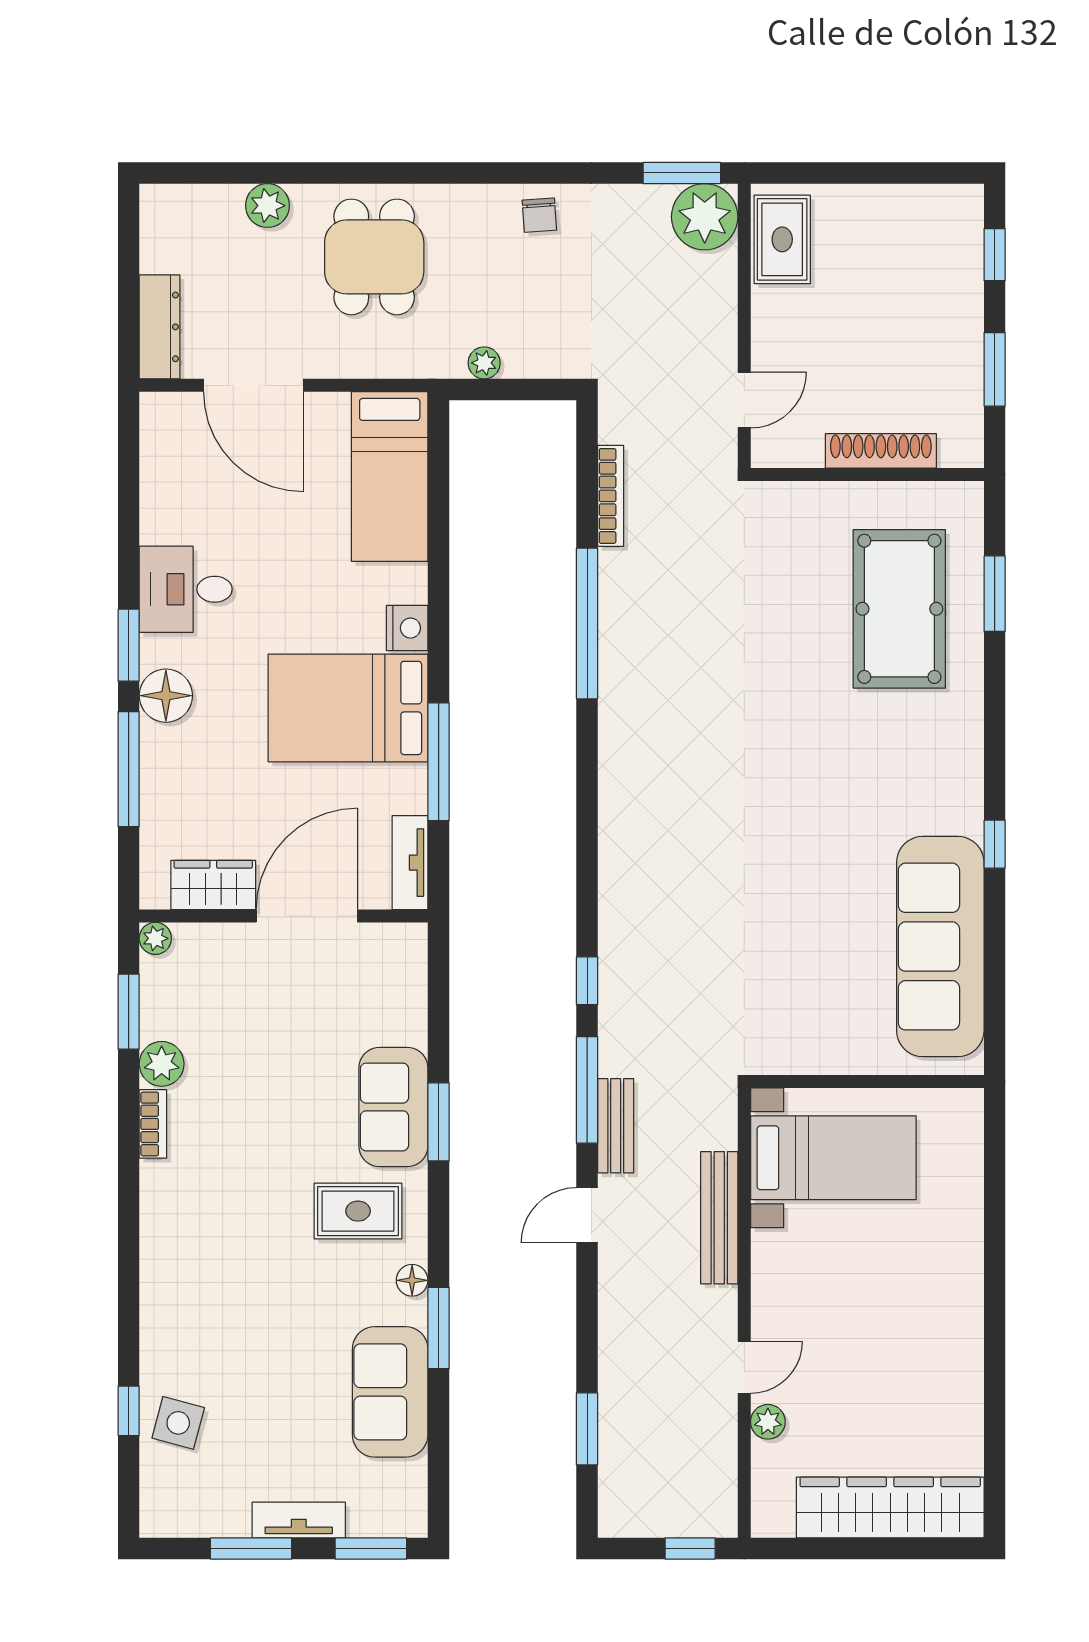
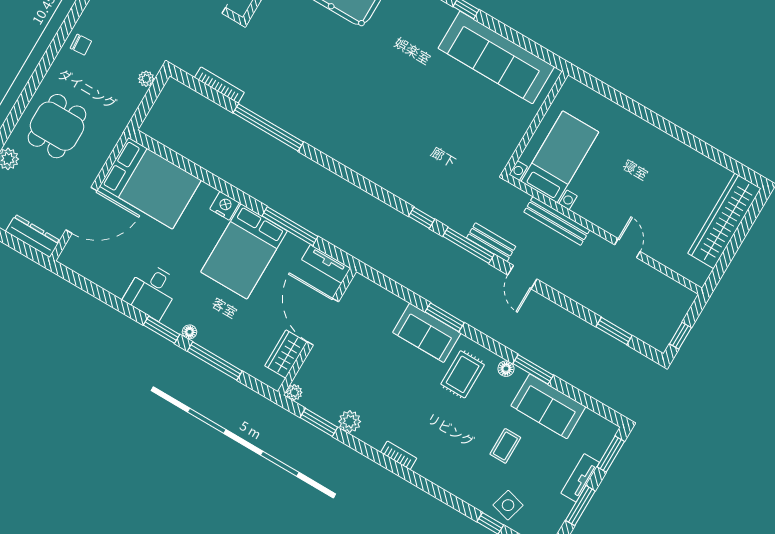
dining table: (374, 257) -> (57, 126), turned 90
plant: (484, 363) -> (146, 79), moved
bed: (390, 477) -> (150, 183), width x1.50
floor lamp: (166, 696) -> (190, 332), width x0.53, depth x0.53
bookcase: (153, 1124) -> (399, 455), moved
coffee table: (278, 1358) -> (505, 446), added
plant: (768, 1422) -> (657, 252), removed
window: (690, 1548) -> (680, 336), moved

